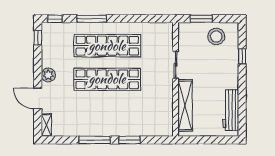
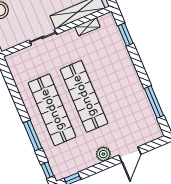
shelving: (46, 125) -> (87, 27), moved
window: (95, 140) -> (154, 102), moved
window: (130, 140) -> (126, 35), moved

